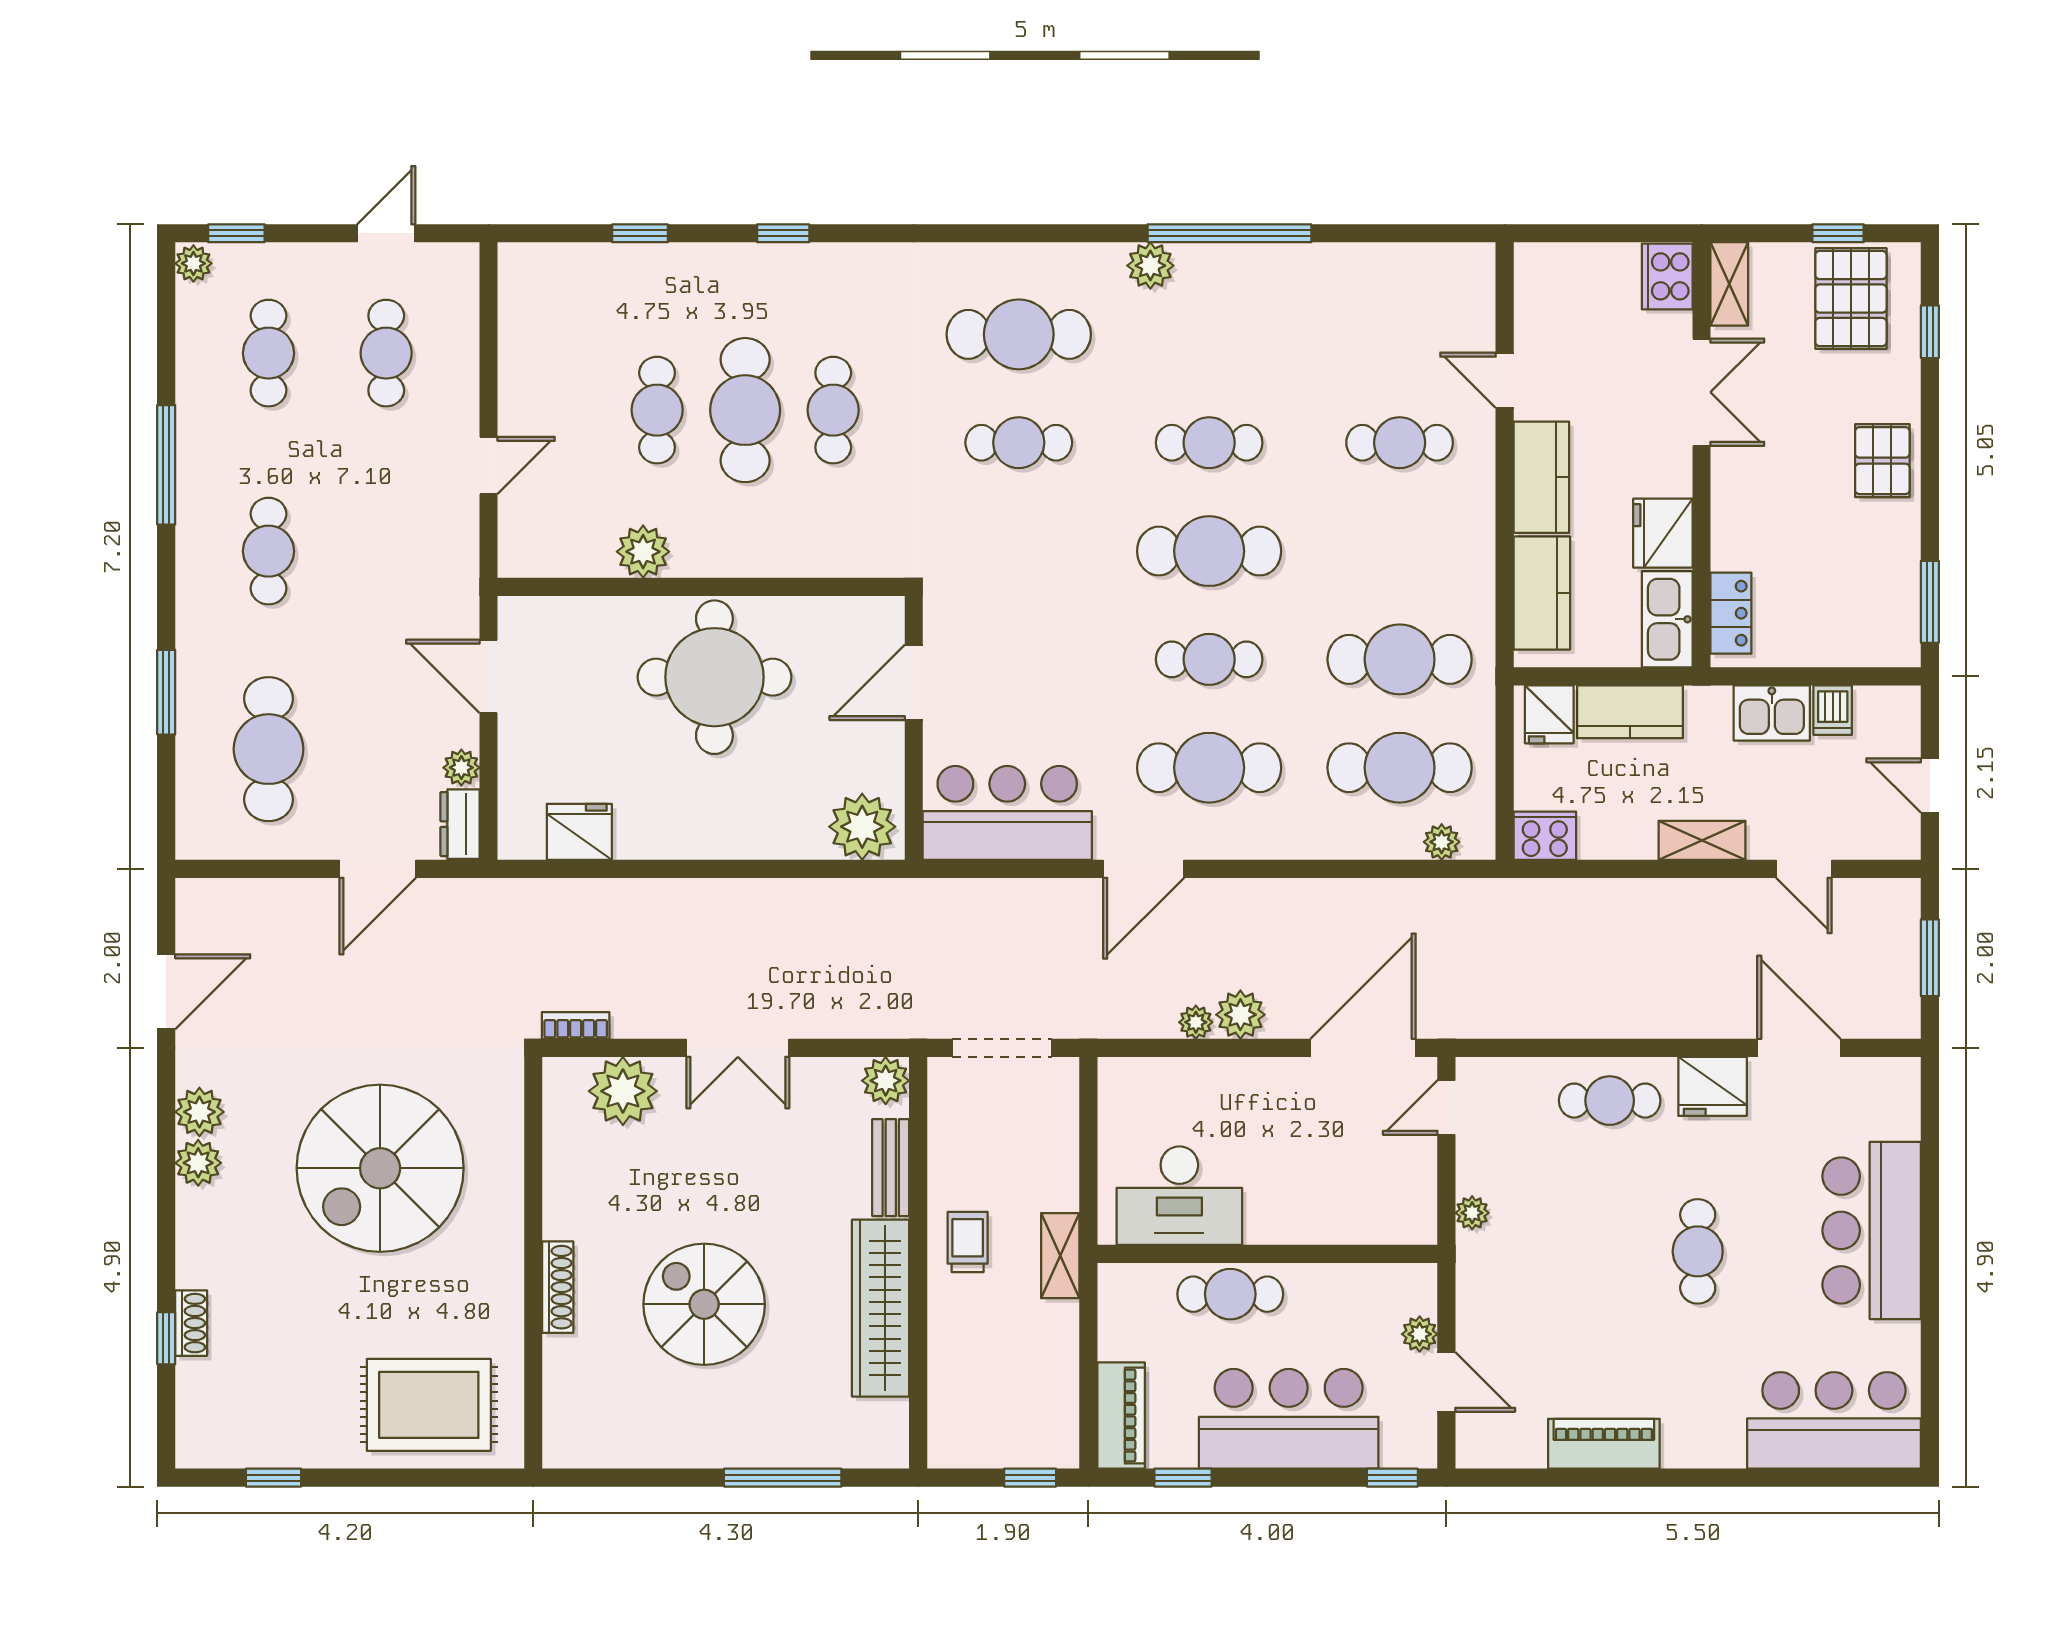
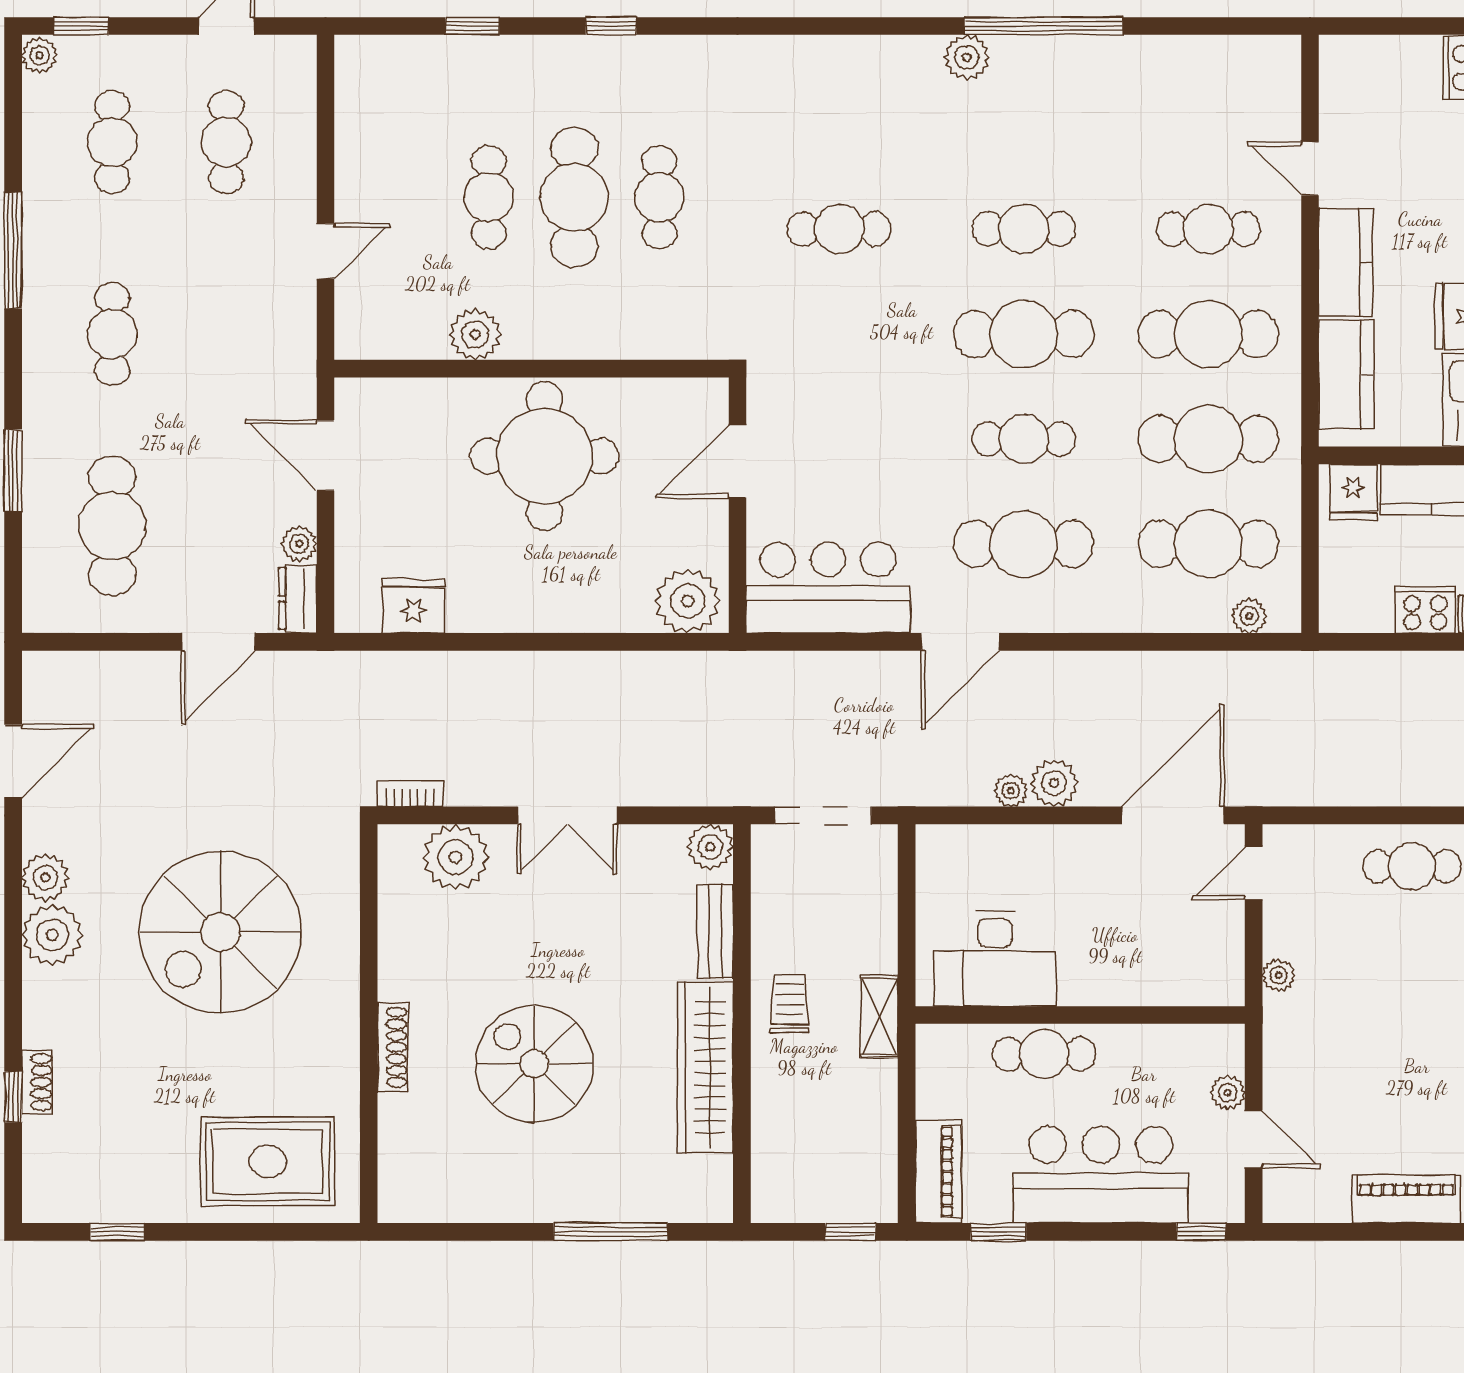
cafe table: (1019, 334) -> (1208, 334), moved
cooker: (1545, 836) -> (1425, 610), moved
plant: (198, 1163) -> (52, 935), width x1.36, depth x1.36

